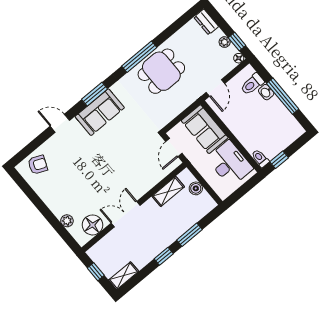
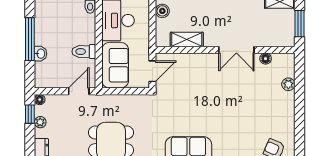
toilet: (252, 84) -> (84, 52), moved, turned 180
boiler: (196, 188) -> (162, 11), moved
floor lamp: (92, 225) -> (266, 59), width x0.53, depth x0.53
window: (96, 272) -> (299, 24), width x1.50

